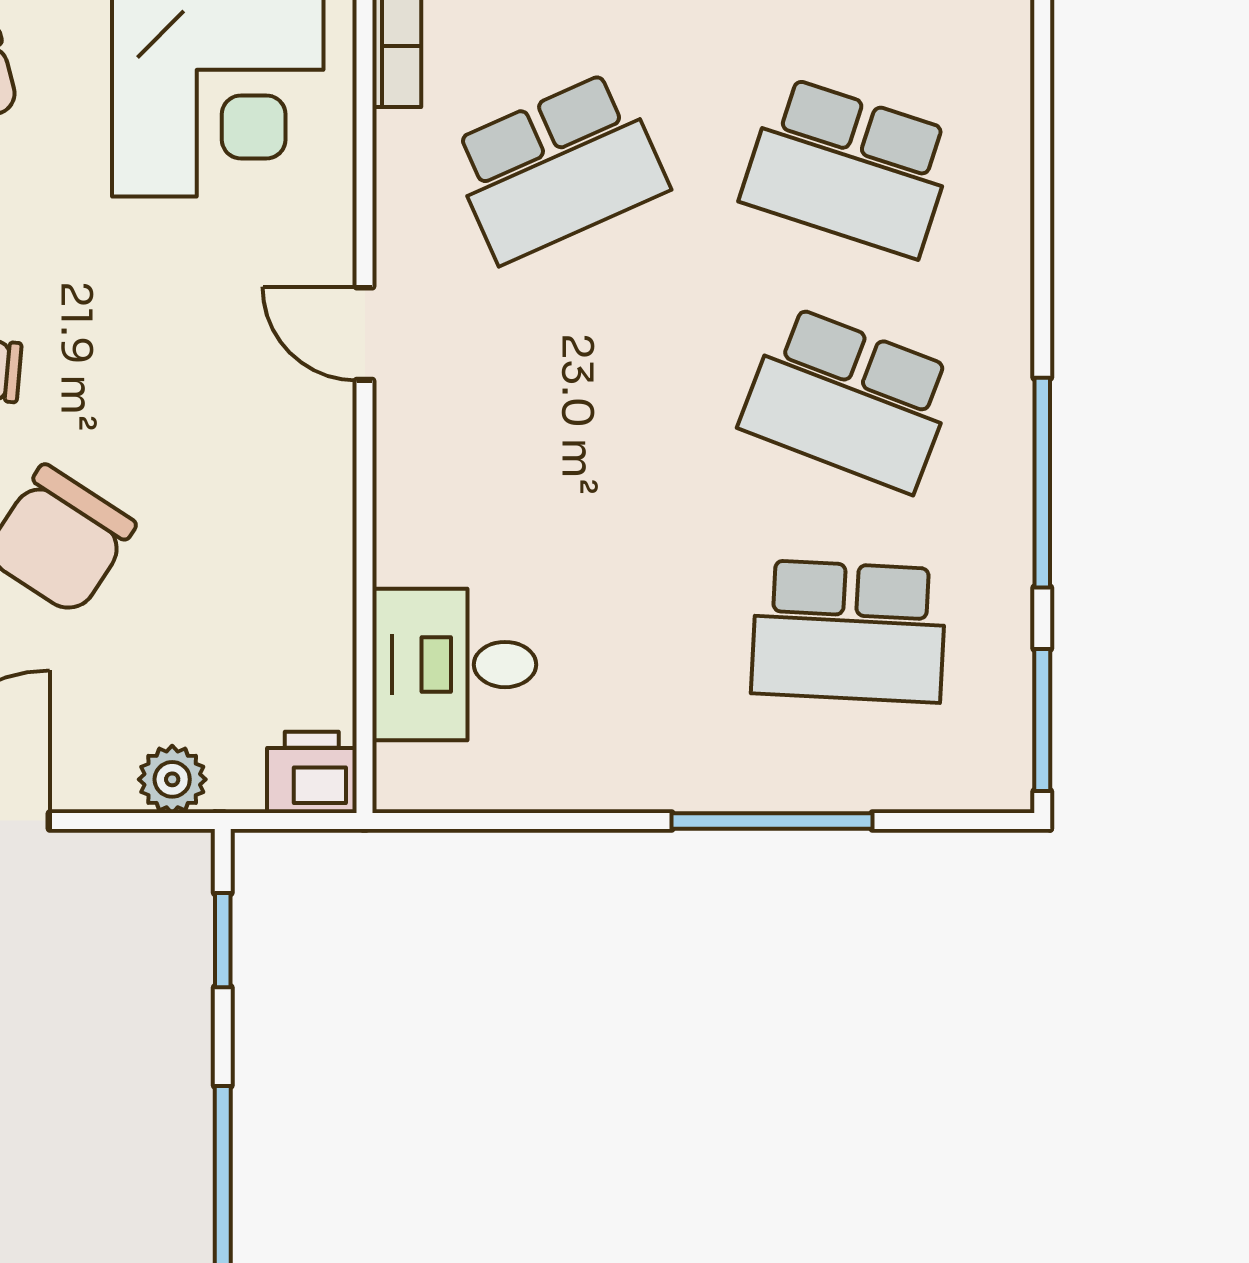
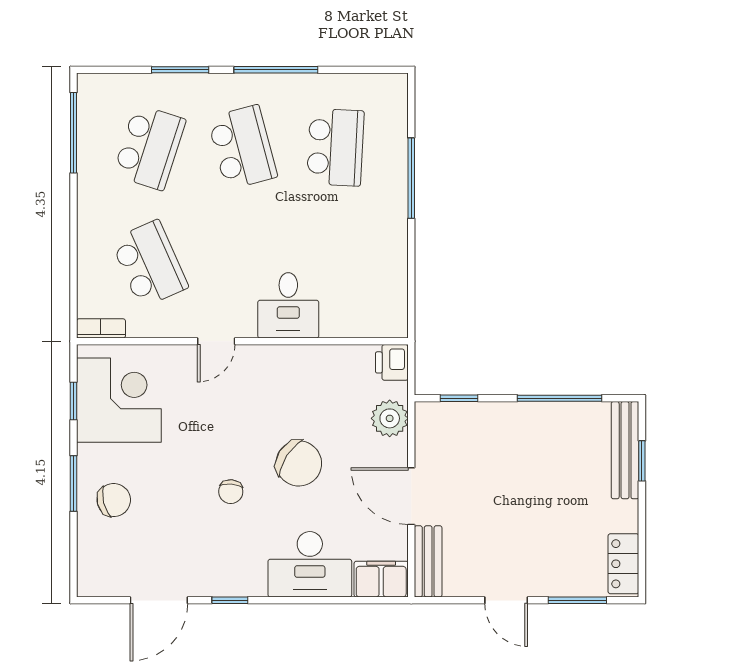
school desk: (849, 399) -> (242, 147), turned -36
desk: (454, 665) -> (288, 305), moved
window: (1042, 720) -> (180, 70), moved
plant: (172, 779) -> (390, 418), width x1.38, depth x1.38

